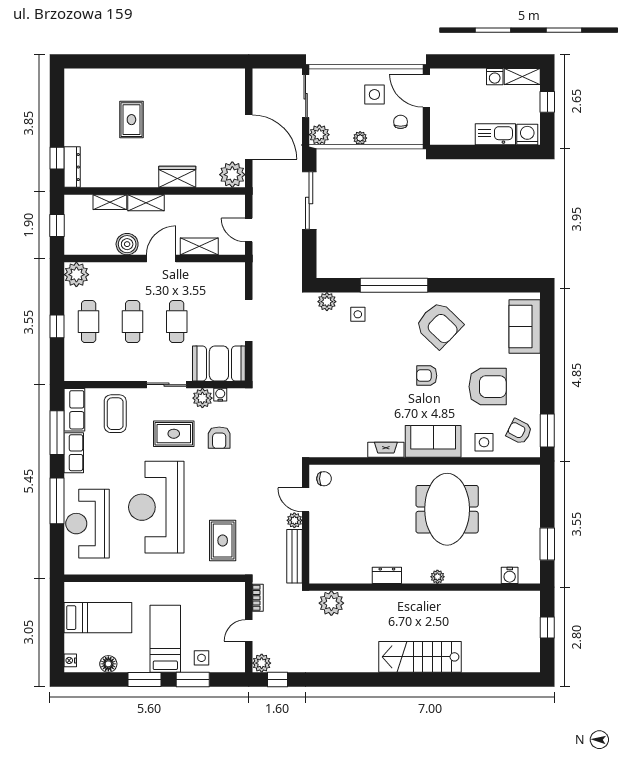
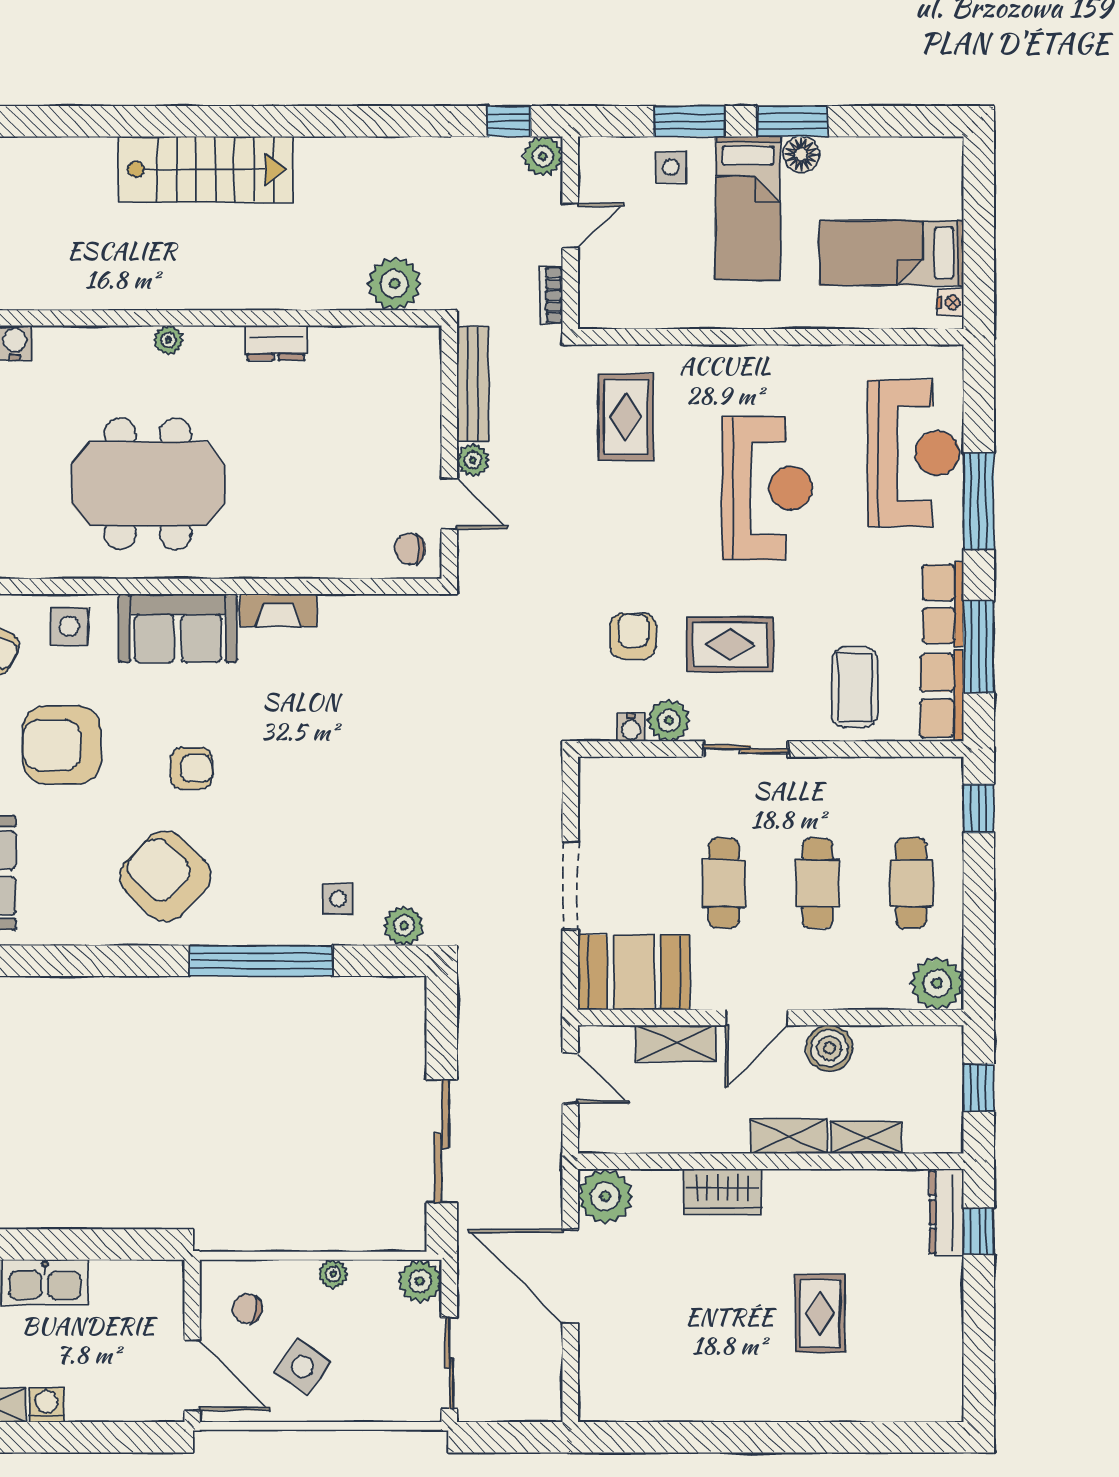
side table: (374, 94) -> (303, 1367), turned 36
chair: (401, 122) -> (247, 1309), turned 101
window: (57, 326) -> (979, 808), moved
booth: (219, 363) -> (634, 972), moved
reception desk: (156, 507) -> (767, 488), width x0.74, depth x0.77
meeting table: (447, 509) -> (148, 484), turned 90
nightstand: (70, 660) -> (950, 302), moved
floor lamp: (108, 664) -> (801, 154), moved

